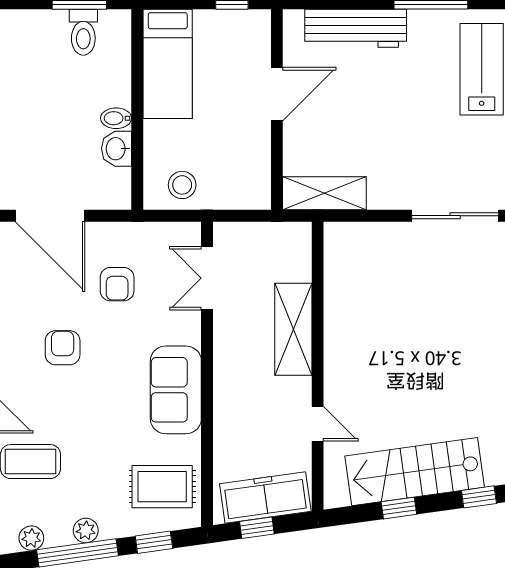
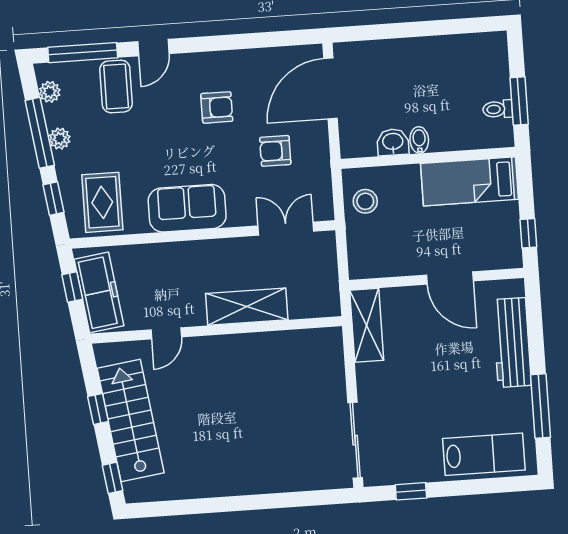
toilet: (83, 32) -> (498, 109), width x0.73, depth x0.72

